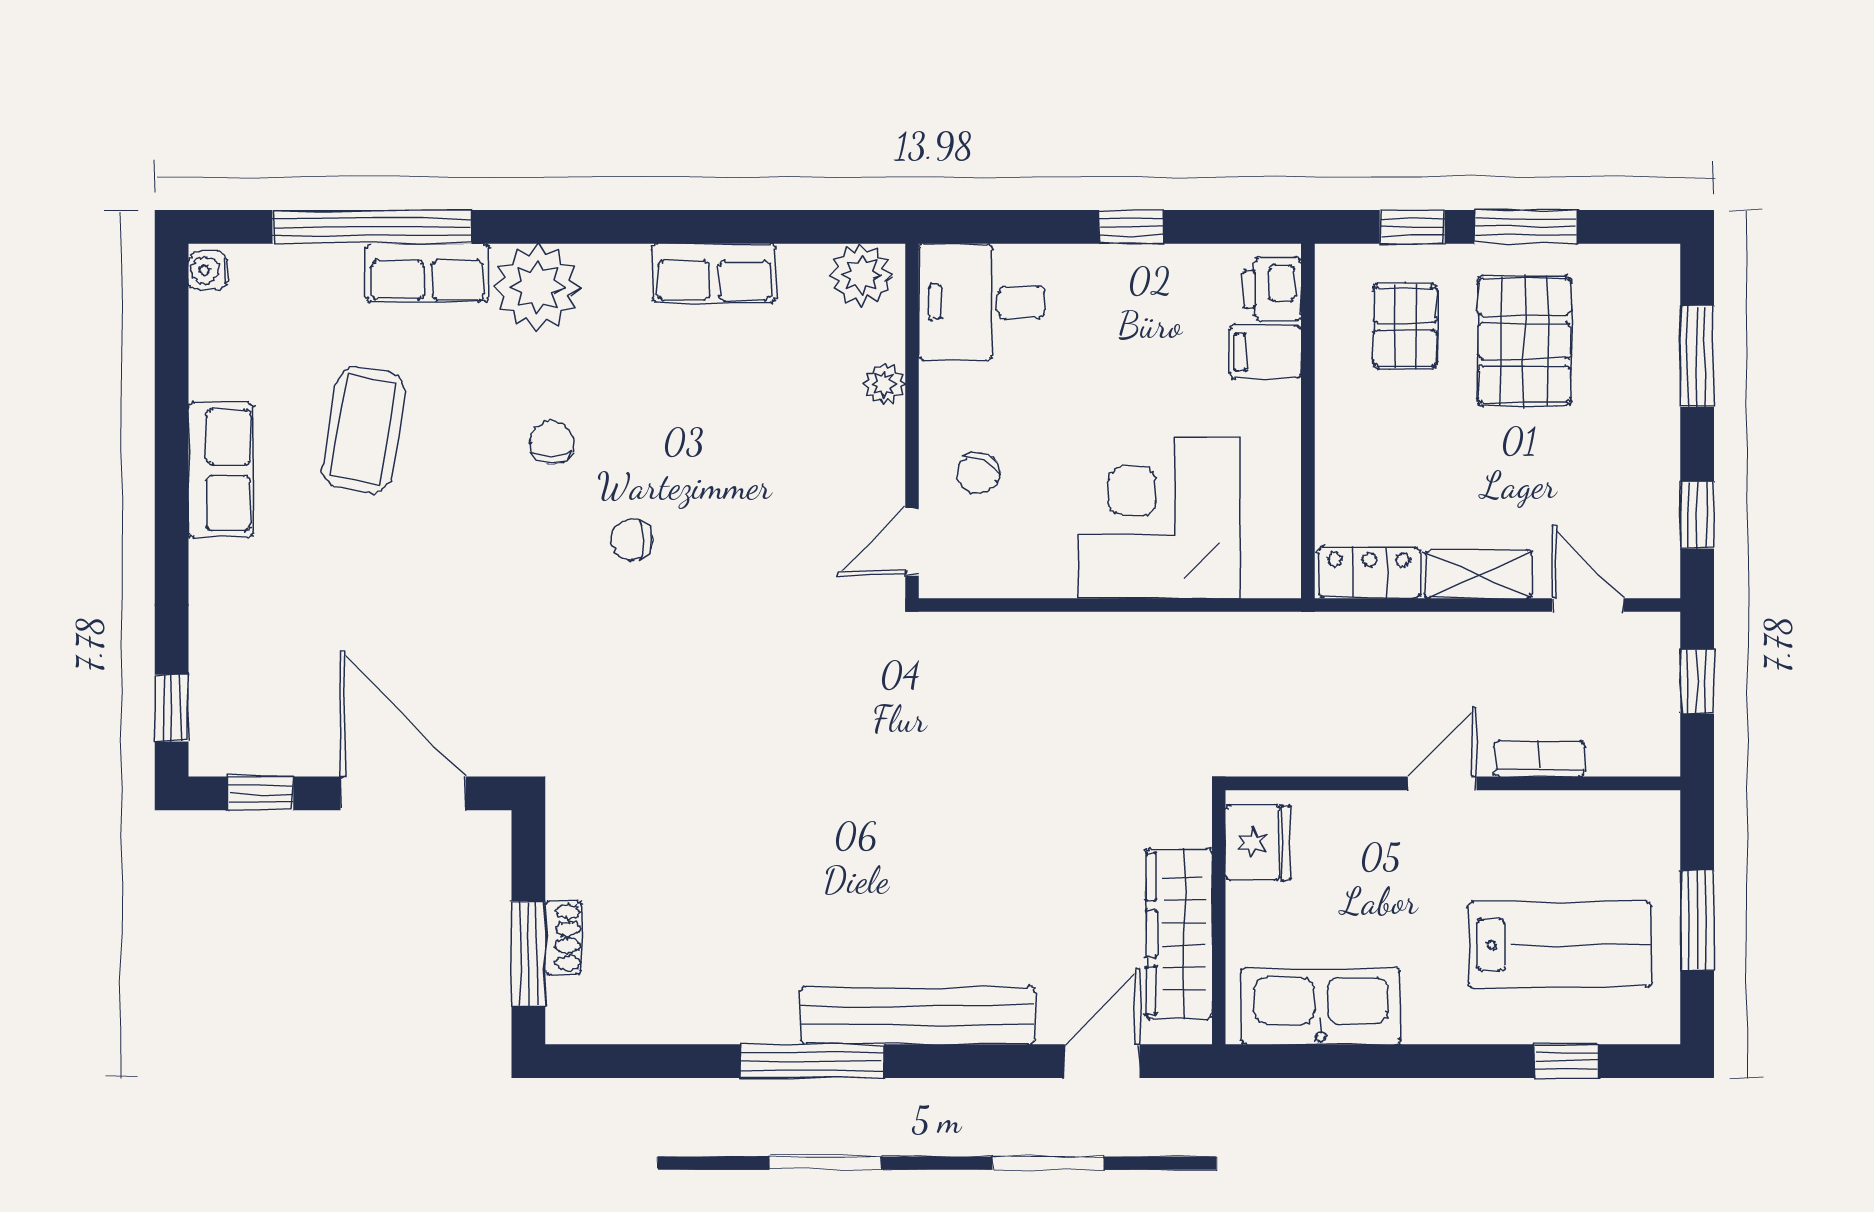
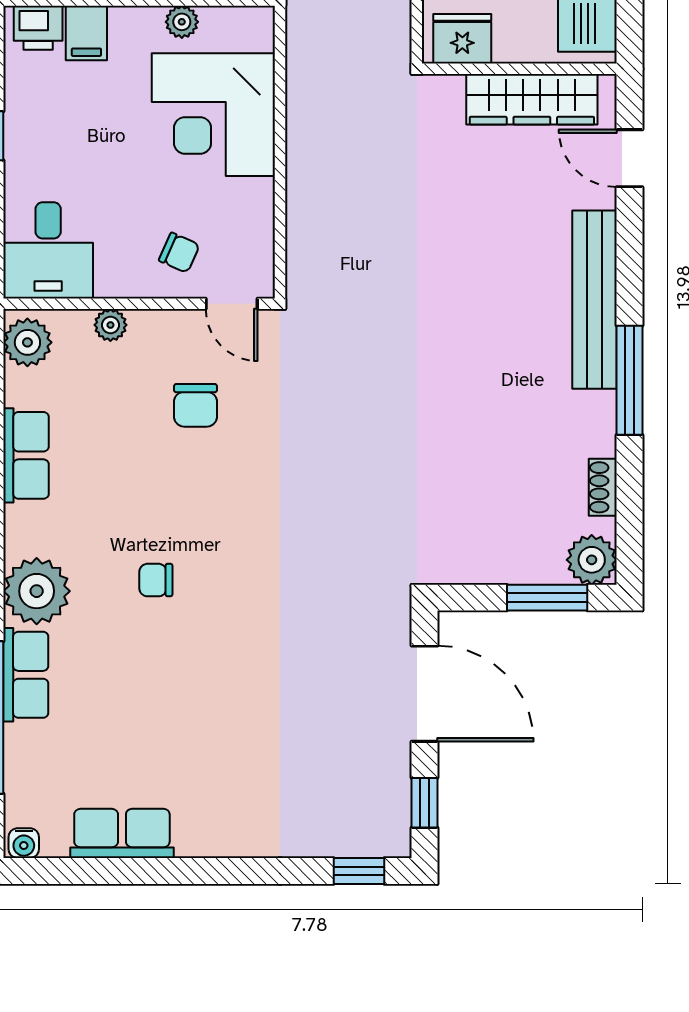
coffee table: (364, 430) -> (146, 724), removed
row of seats: (221, 470) -> (122, 833), moved
plant: (1280, 477) -> (182, 22), added
chair: (632, 540) -> (195, 405), moved, width x1.37, depth x1.37
door: (403, 793) -> (424, 694), swing flipped
shoe rack: (563, 937) -> (603, 487), moved, turned -90
plant: (578, 1012) -> (592, 560), added

